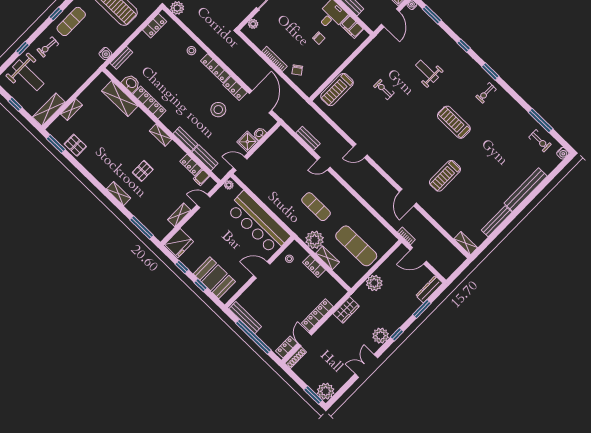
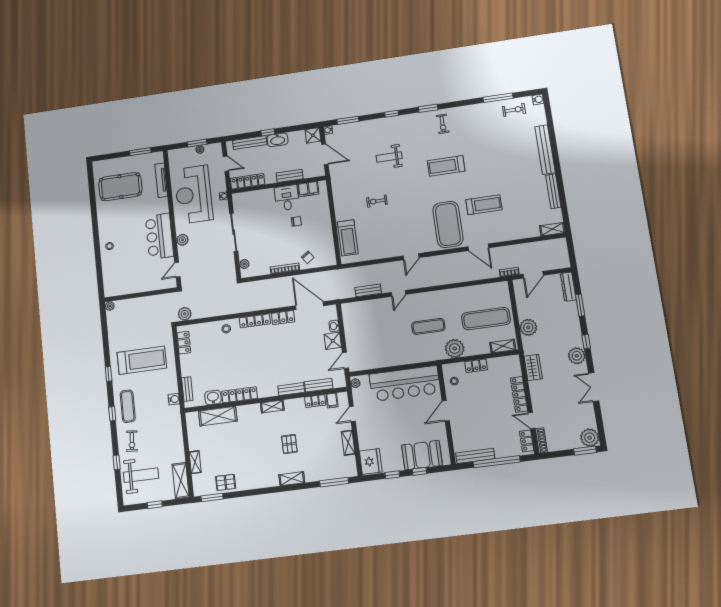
stool: (218, 110) -> (289, 344), removed
exercise mat: (408, 160) -> (448, 224), added
treadmill: (445, 176) -> (484, 205), turned -90
shelving: (327, 258) -> (503, 346), moved

